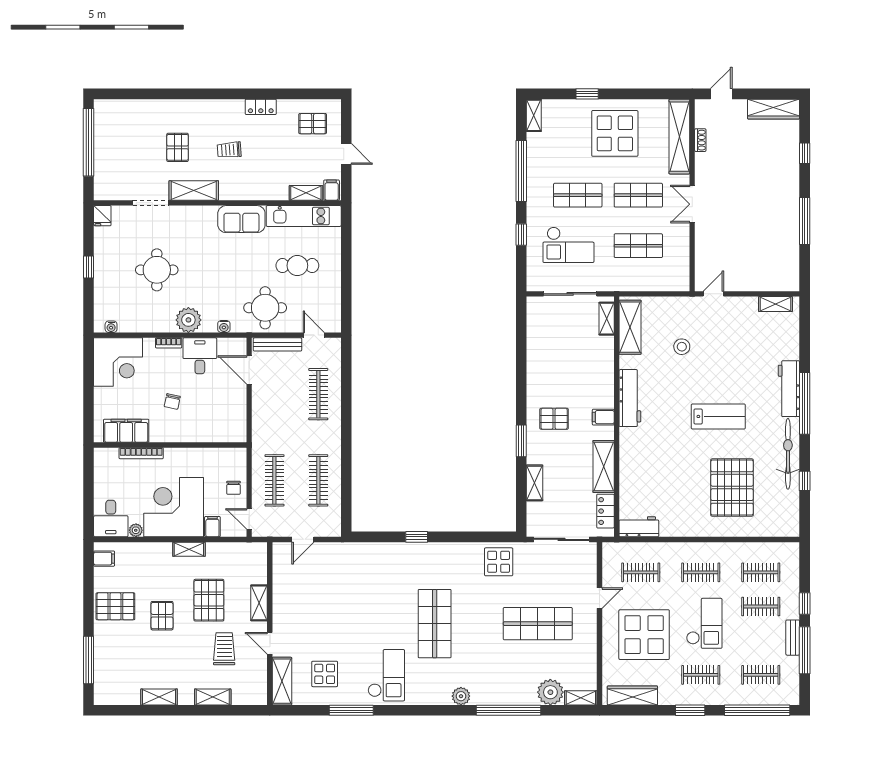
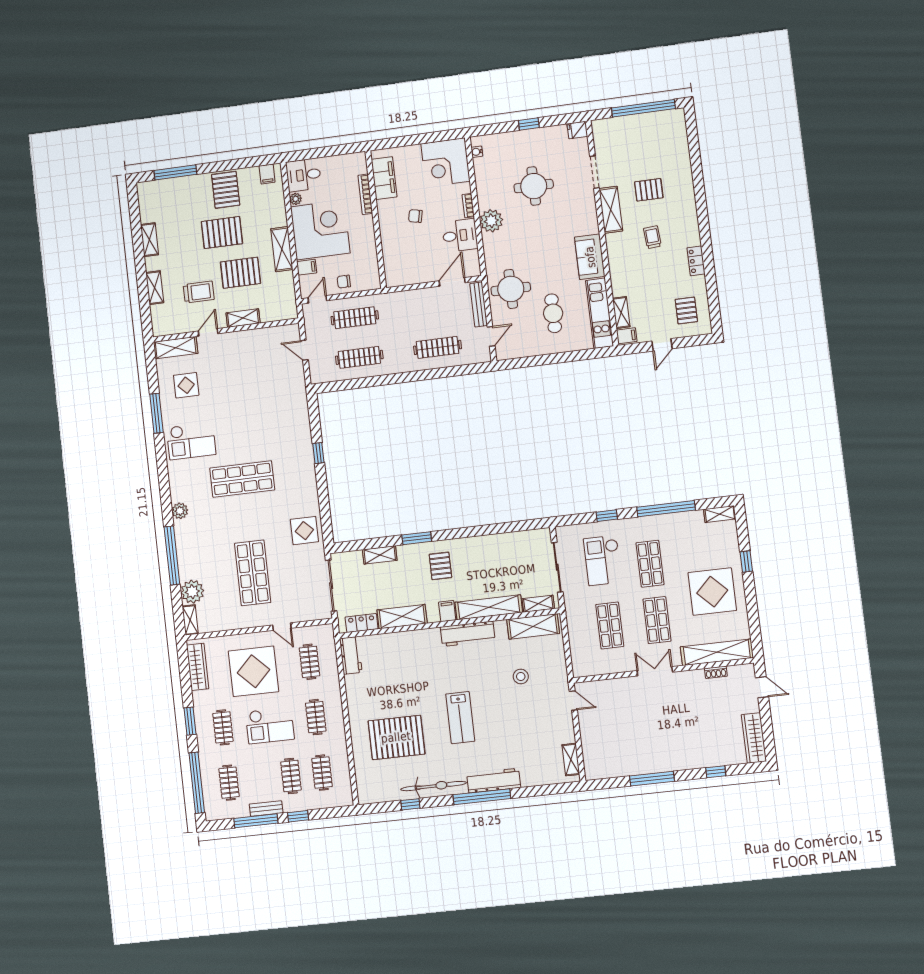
water cooler: (224, 326) -> (489, 254), removed
shelving: (604, 372) -> (489, 607), added
shelving: (189, 549) -> (282, 249), width x1.50, depth x1.33
pallet: (162, 616) -> (222, 233), width x1.50, depth x1.42

